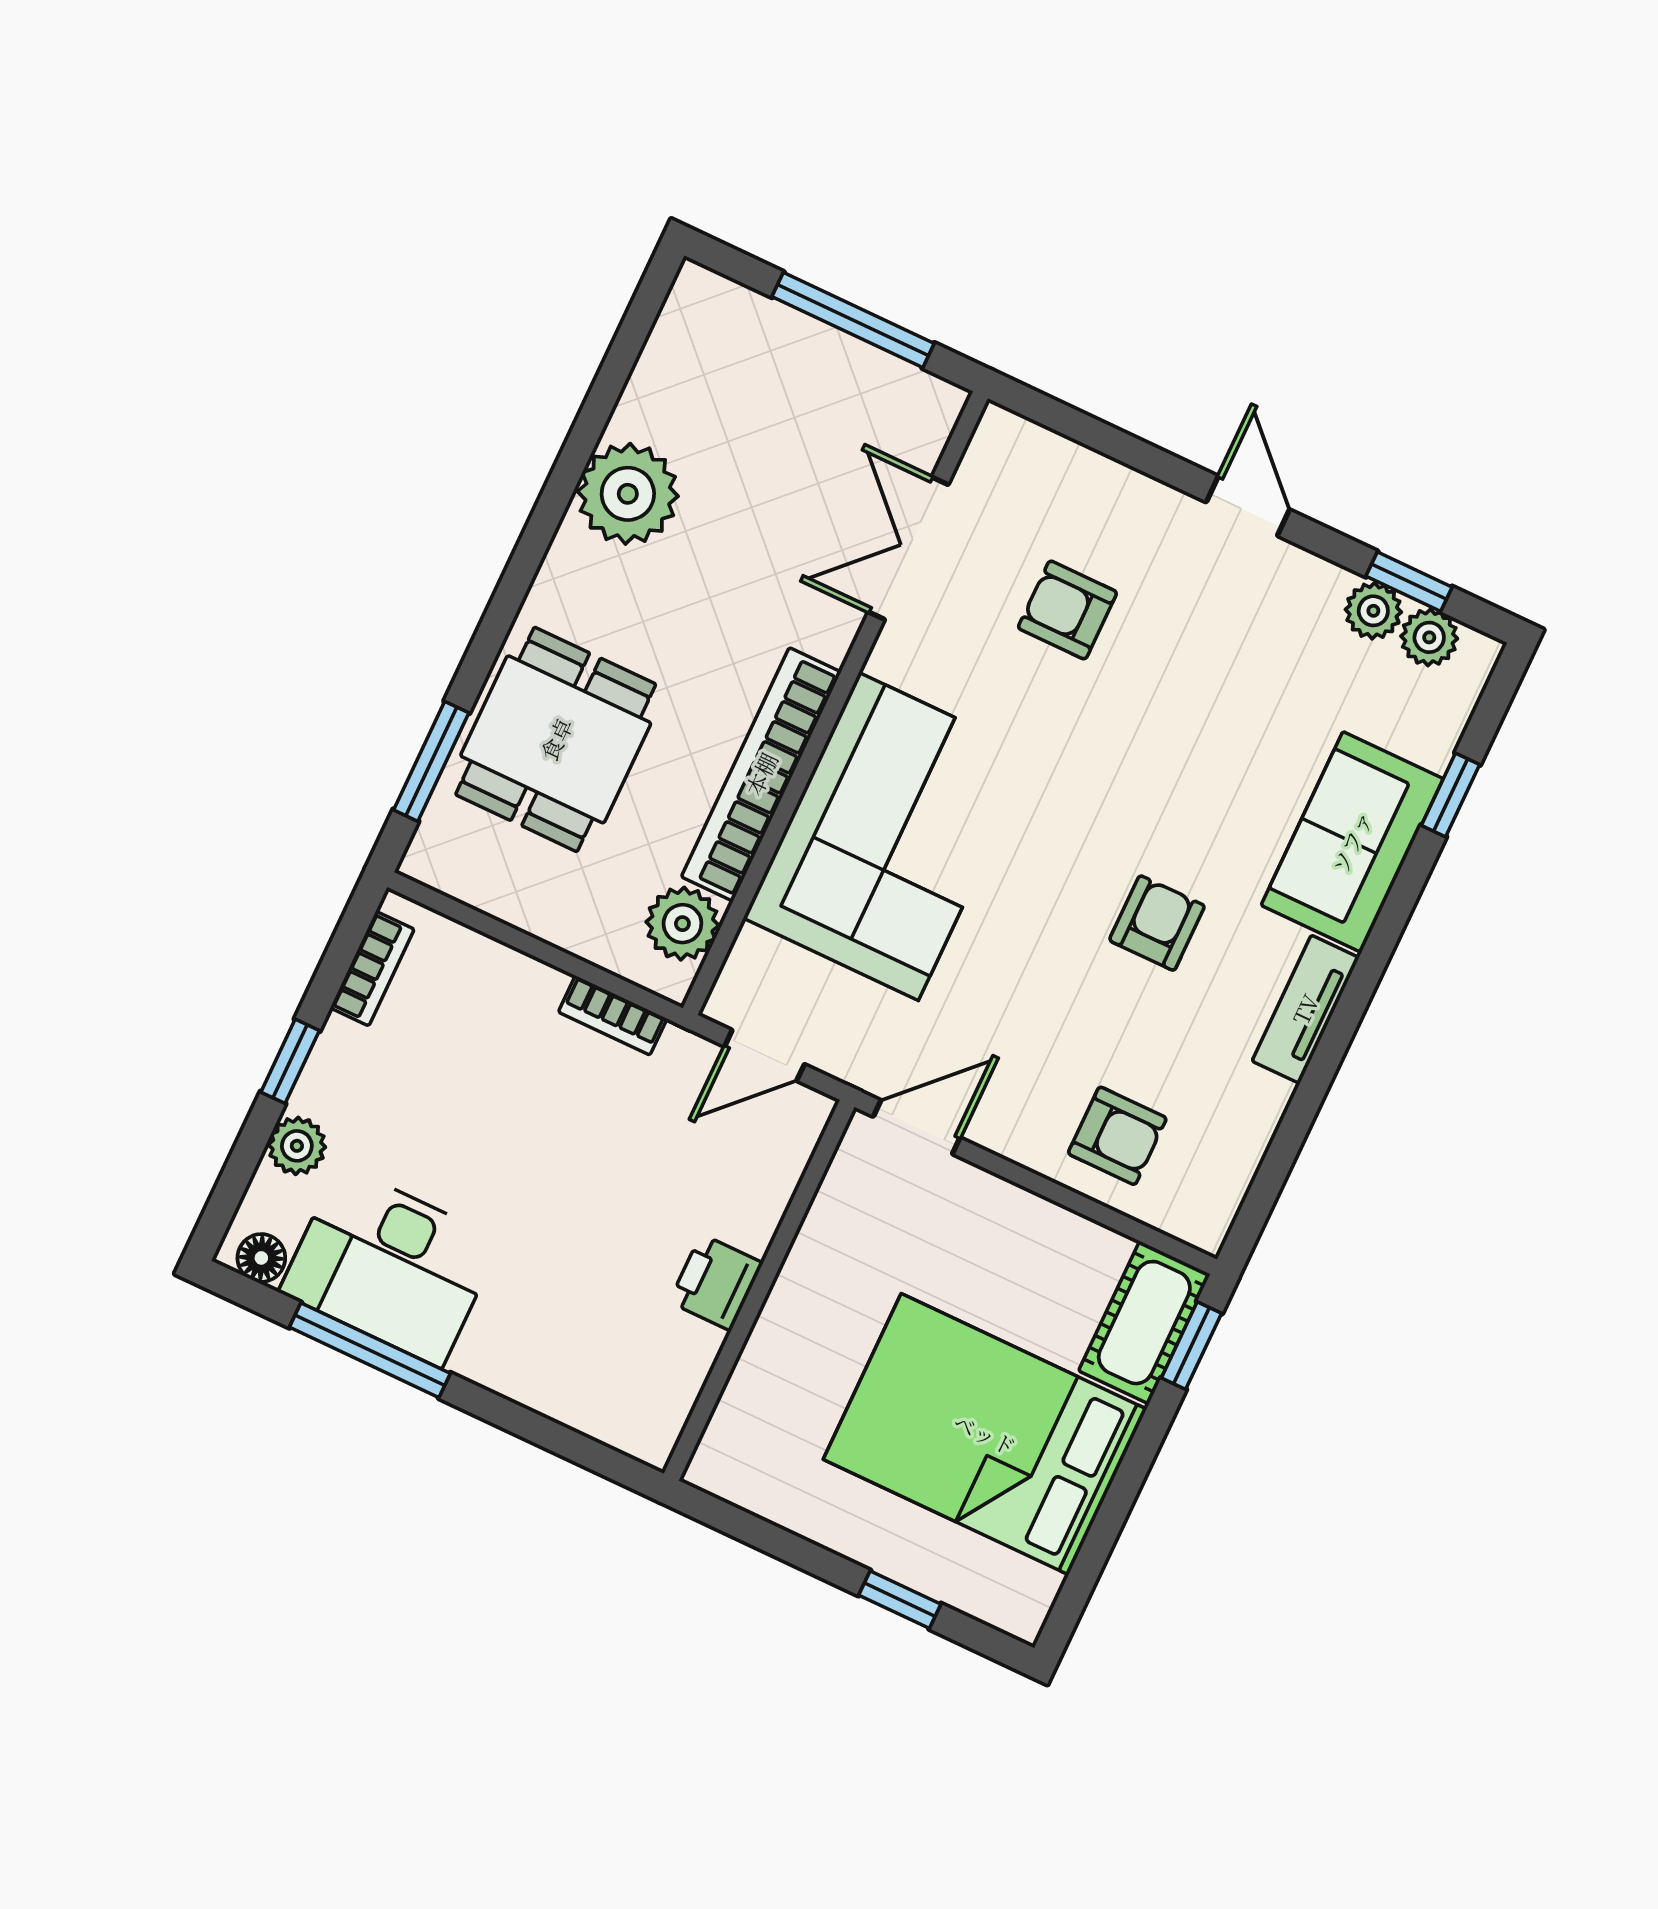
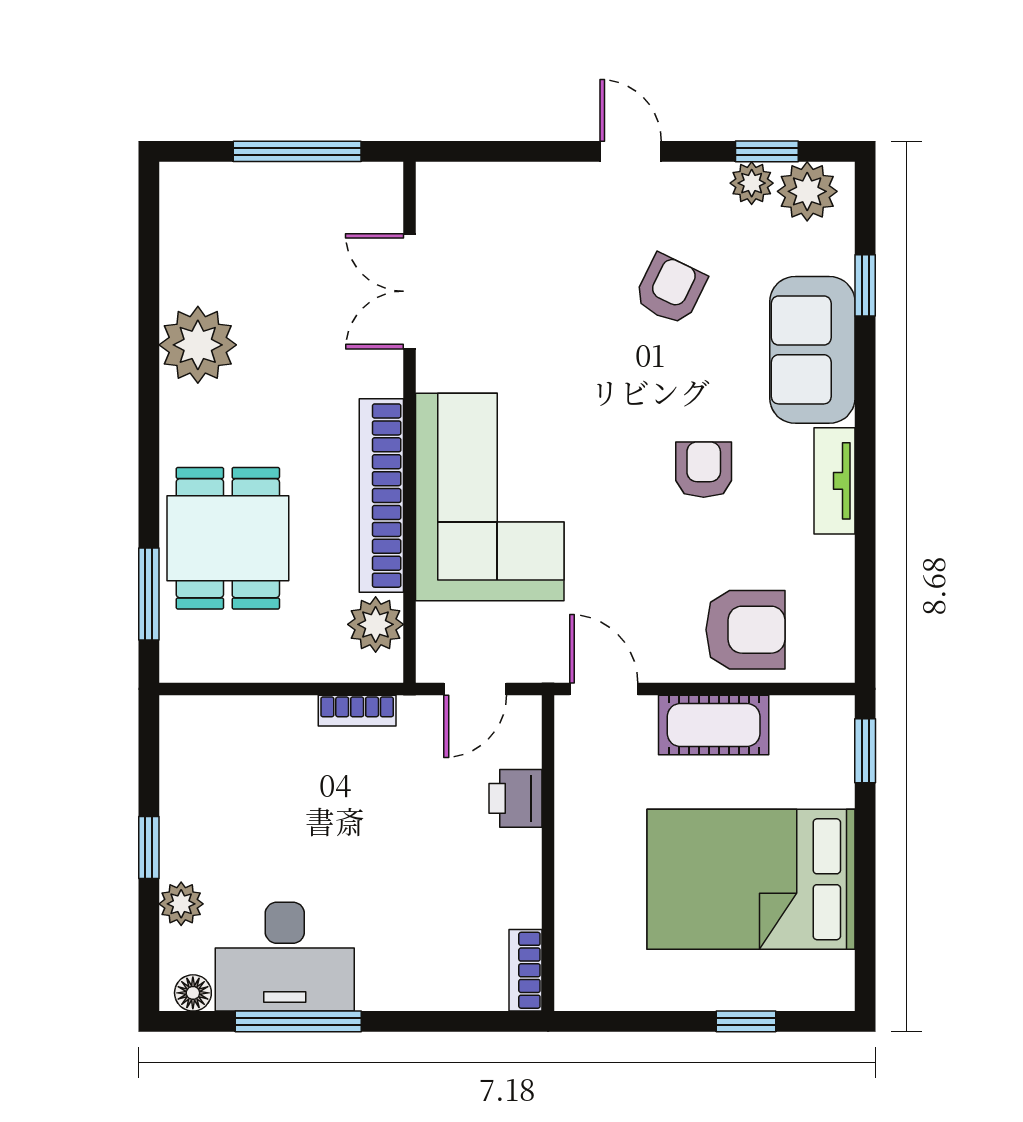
armchair: (1067, 610) -> (670, 289), moved, turned 116
plant: (1429, 637) -> (807, 191), width x1.38, depth x1.38
bookcase: (372, 969) -> (526, 970), moved, turned 180
door: (917, 1127) -> (604, 689), hinge flipped
armchair: (1117, 1136) -> (745, 630), width x1.38, depth x1.38
printer: (716, 1282) -> (516, 798), moved
cot: (1144, 1323) -> (714, 725), moved, turned 90

